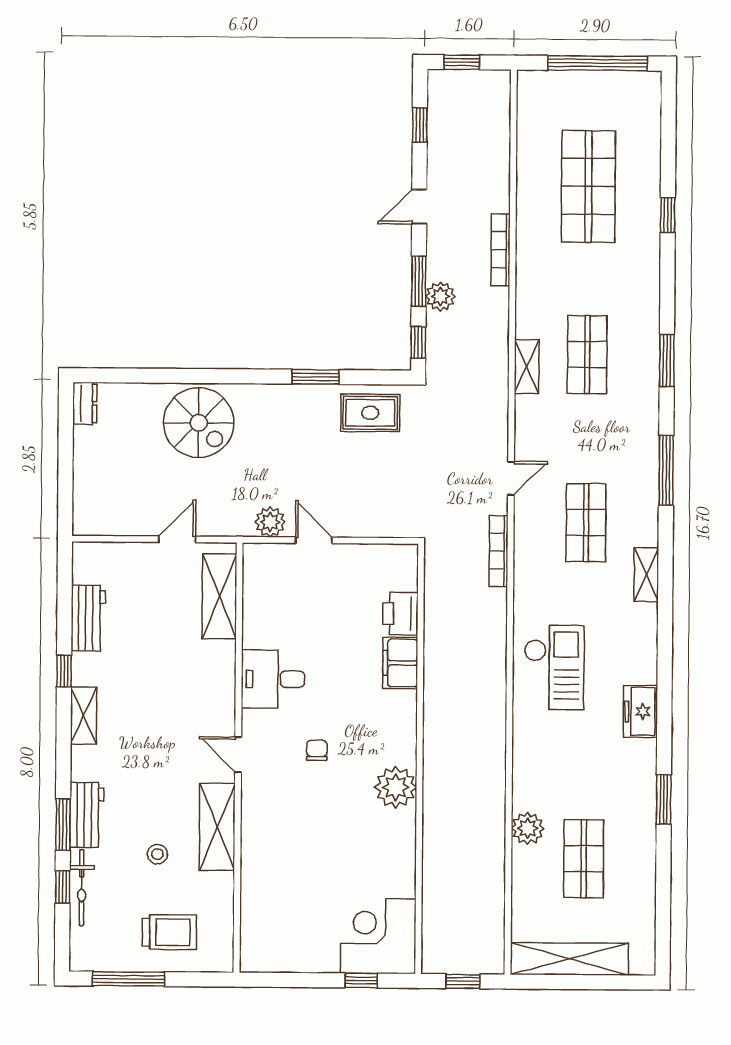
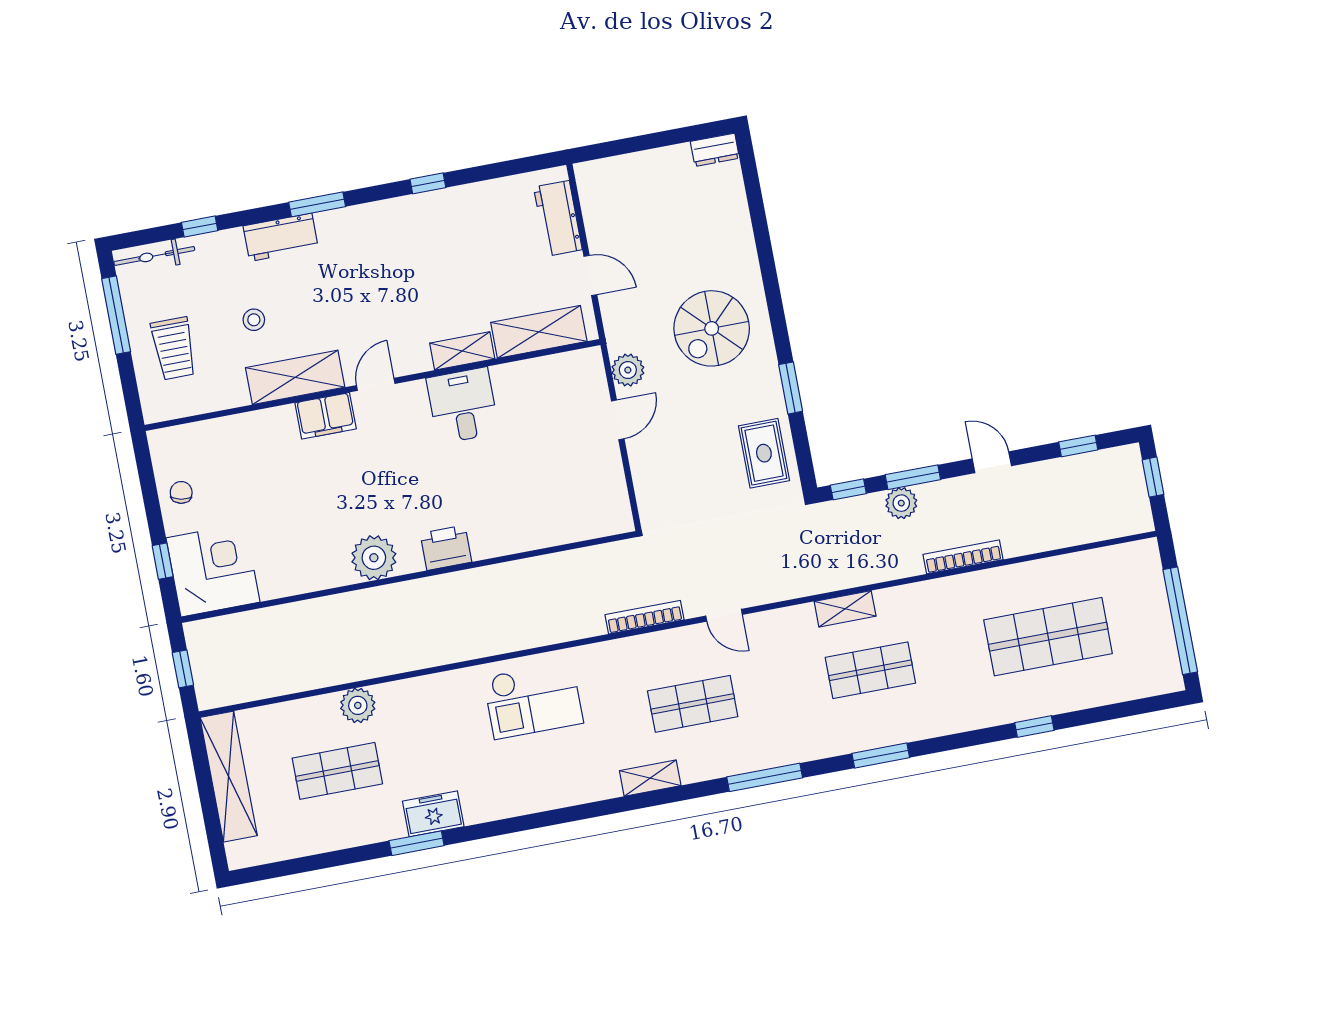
spiral stairs: (199, 423) -> (712, 328), moved
printer: (400, 614) -> (446, 548), moved
workbench: (88, 618) -> (558, 218), moved, turned 90
filing cabinet: (400, 663) -> (326, 416), moved, turned 180
freezer: (640, 711) -> (433, 814), moved
shelving: (84, 716) -> (462, 351), moved
chair: (317, 750) -> (181, 492), moved, turned -78
window: (63, 825) -> (317, 204), moved
bicycle: (82, 888) -> (154, 256), moved

